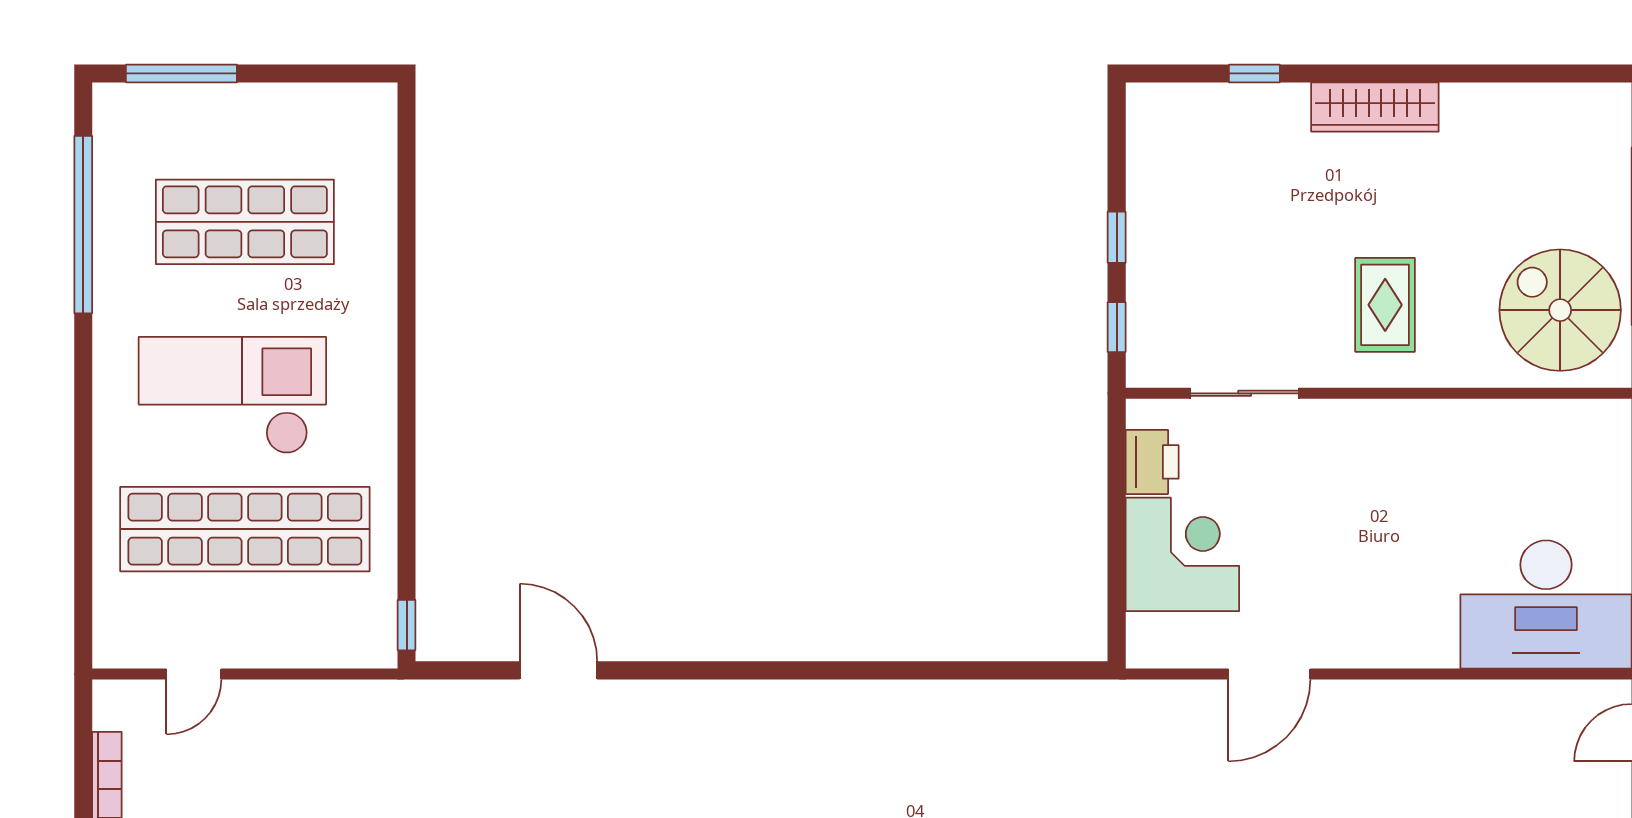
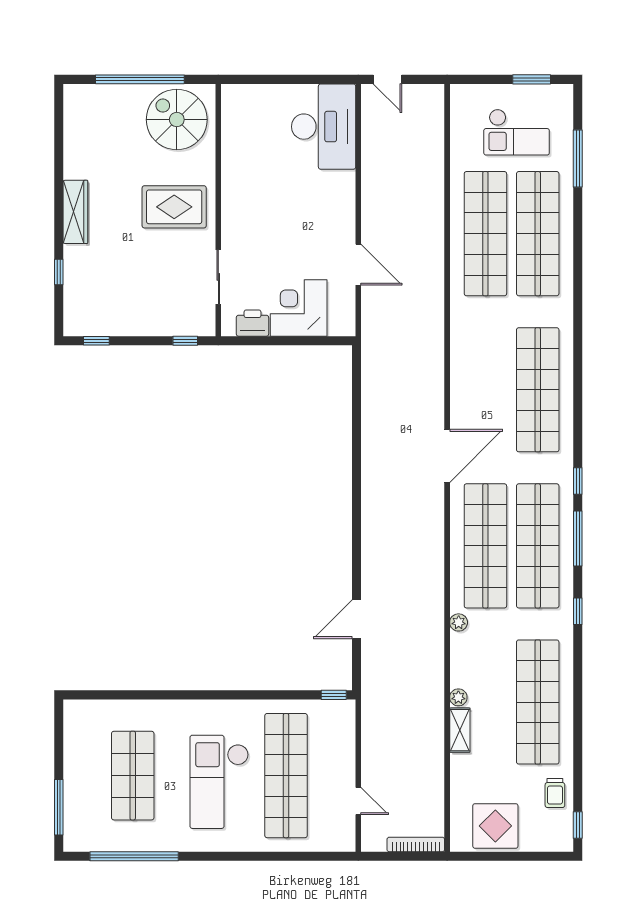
window: (1117, 237) -> (96, 341), moved
rug: (1385, 305) -> (174, 207), width x1.36, depth x1.43
spiral stairs: (1560, 310) -> (177, 120), turned 90

